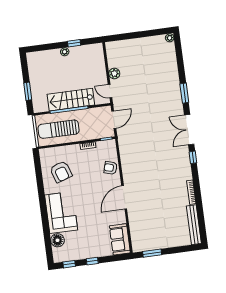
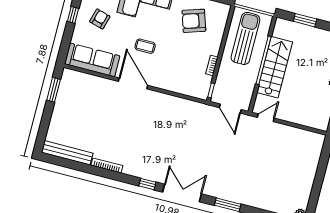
plant: (114, 73) -> (285, 131), removed
armchair: (111, 168) -> (100, 19), moved
coffee table: (94, 200) -> (145, 46), added
sofa: (120, 239) -> (92, 60), width x1.36

